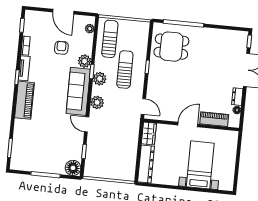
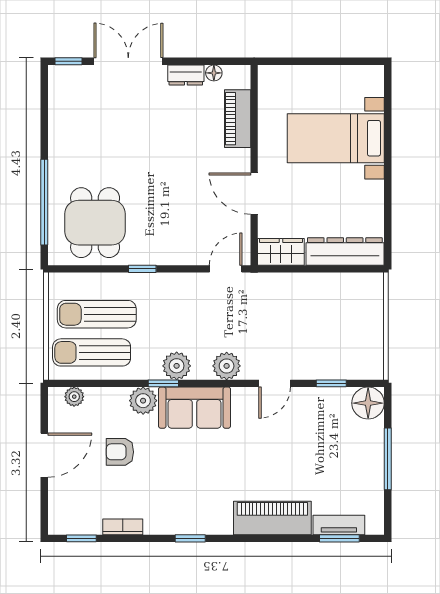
tv unit: (24, 68) -> (339, 525), moved
sun lounger: (125, 69) -> (97, 314), moved
sofa: (78, 91) -> (195, 408), width x0.73
piano: (24, 100) -> (272, 518), moved
door: (188, 125) -> (254, 194), moved

